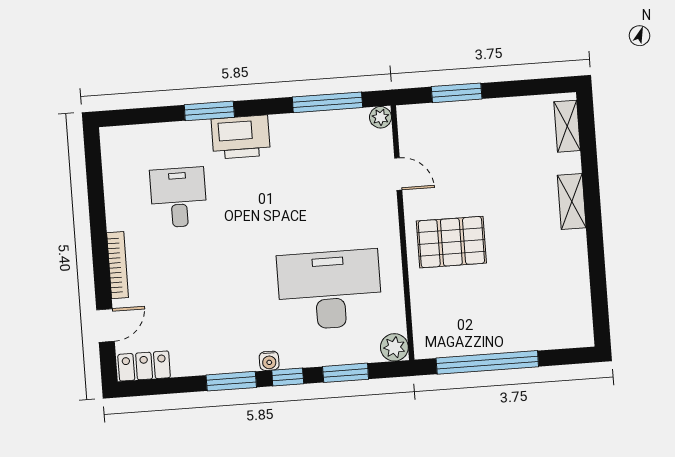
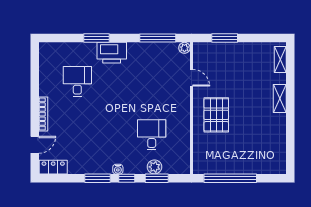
pallet: (451, 242) -> (216, 115), turned 90
desk: (330, 290) -> (152, 135), width x0.53, depth x0.77
plant: (394, 347) -> (154, 167), moved

